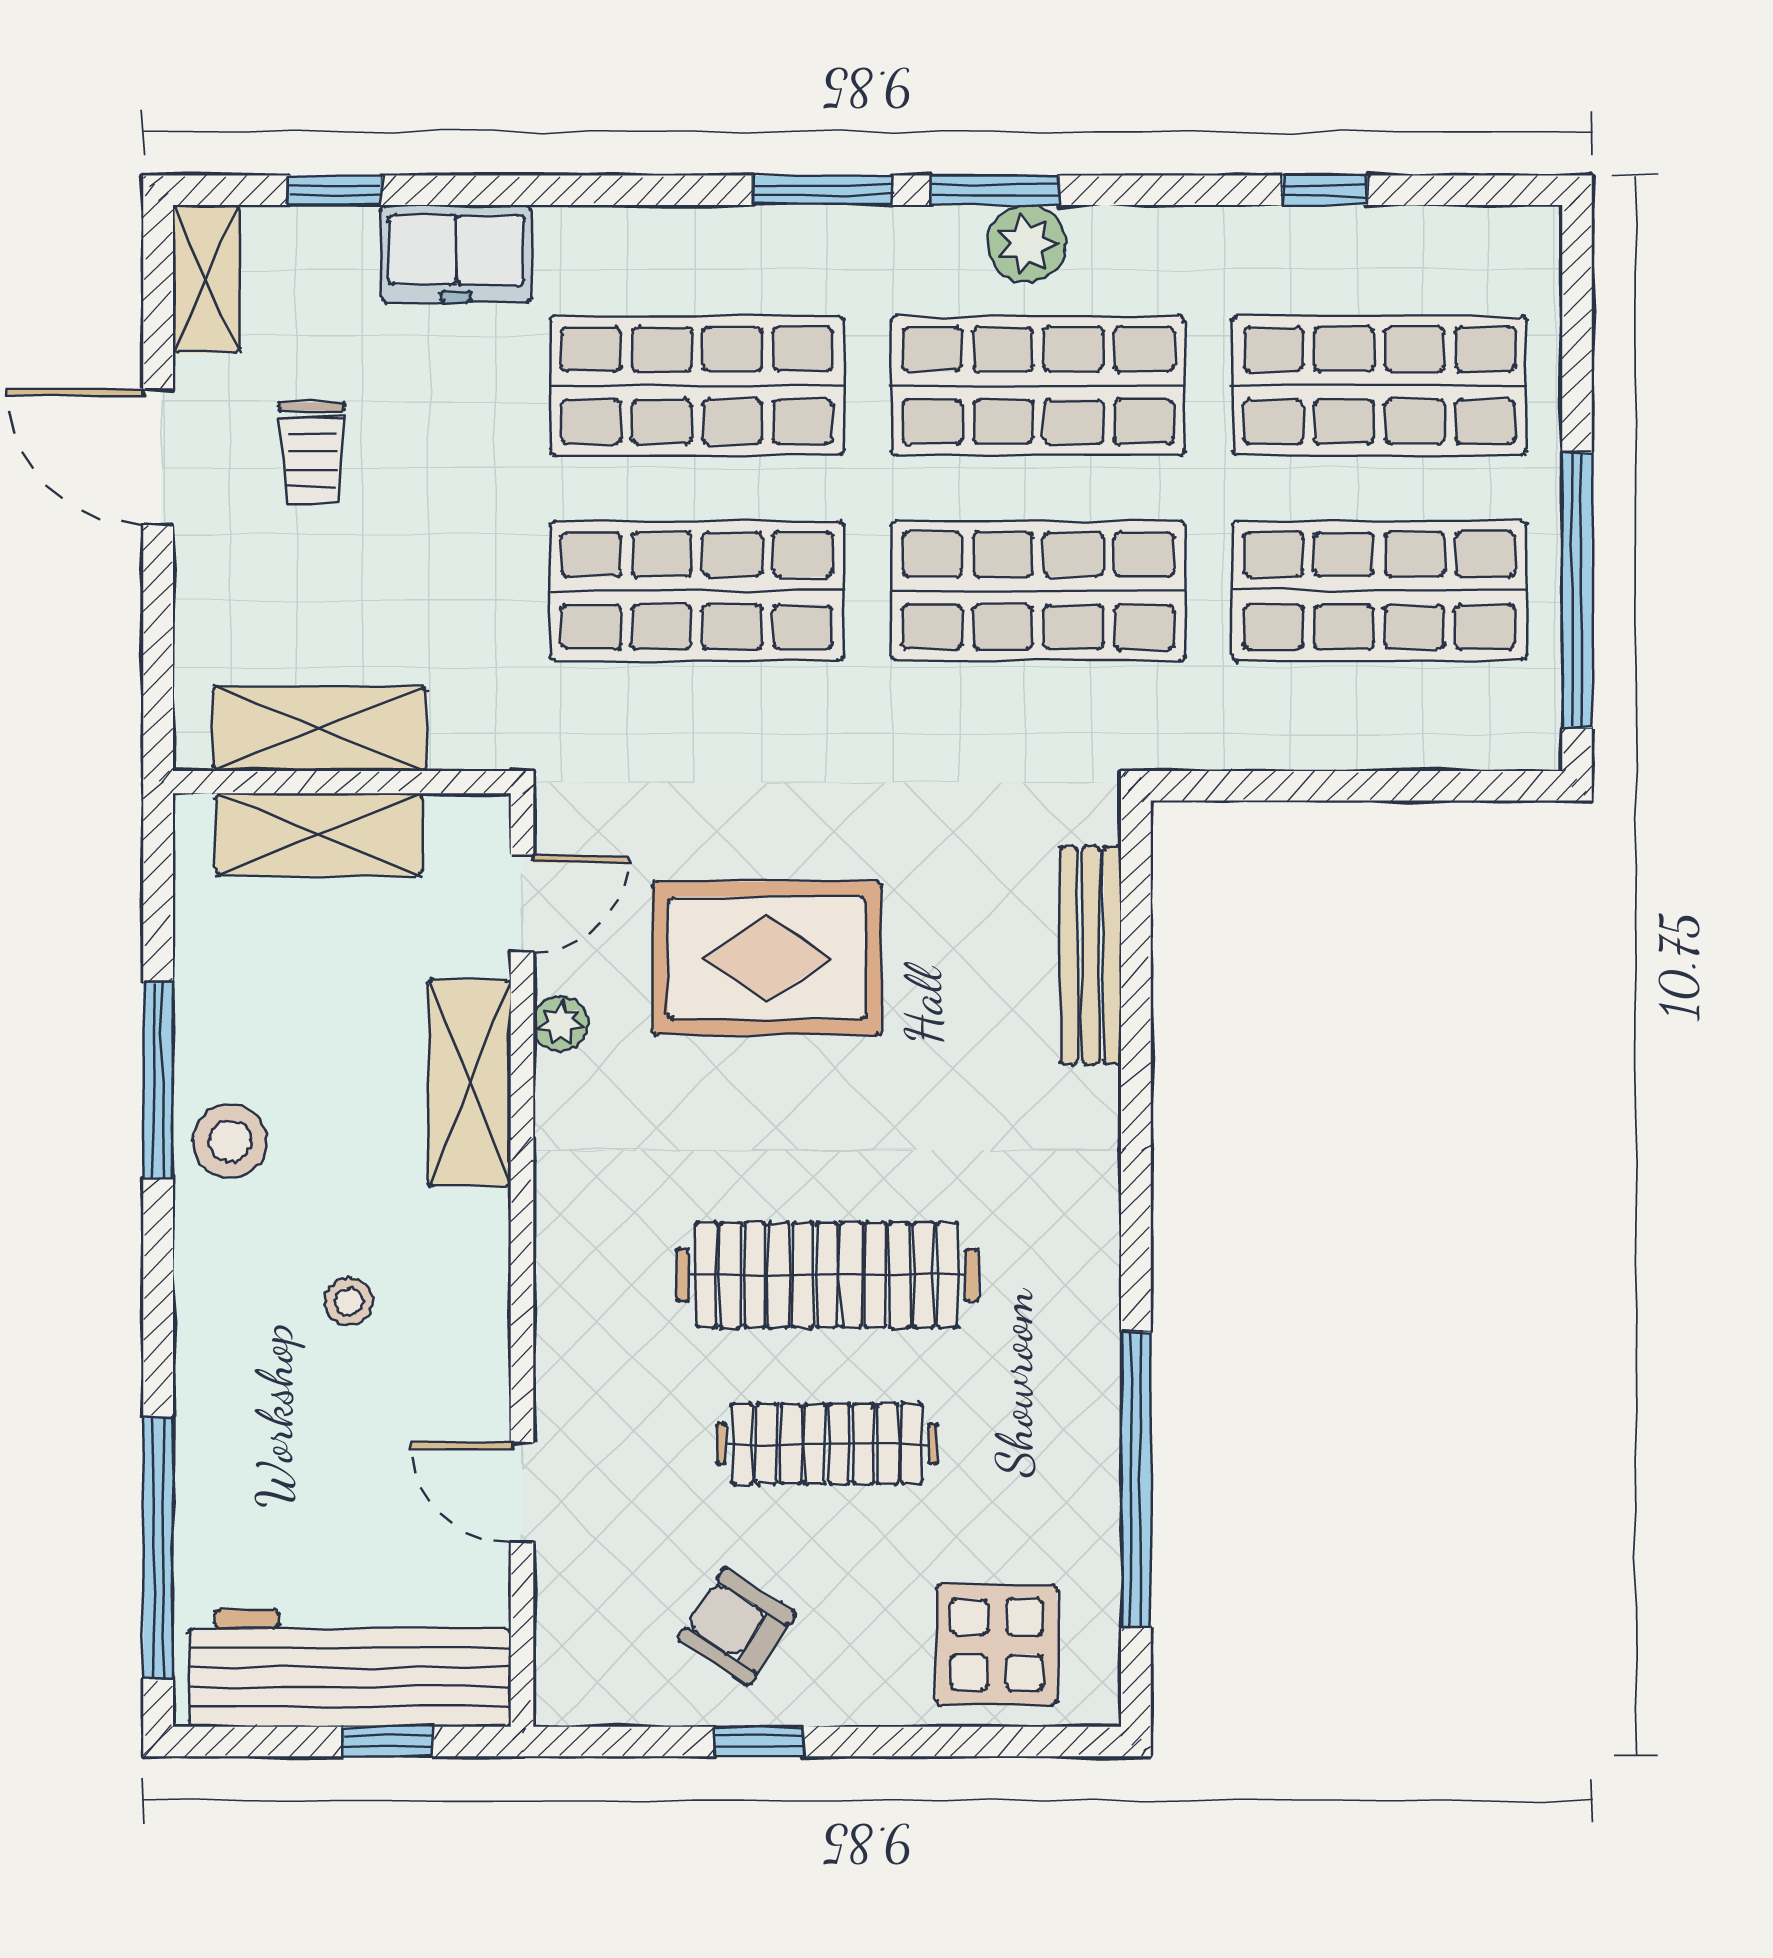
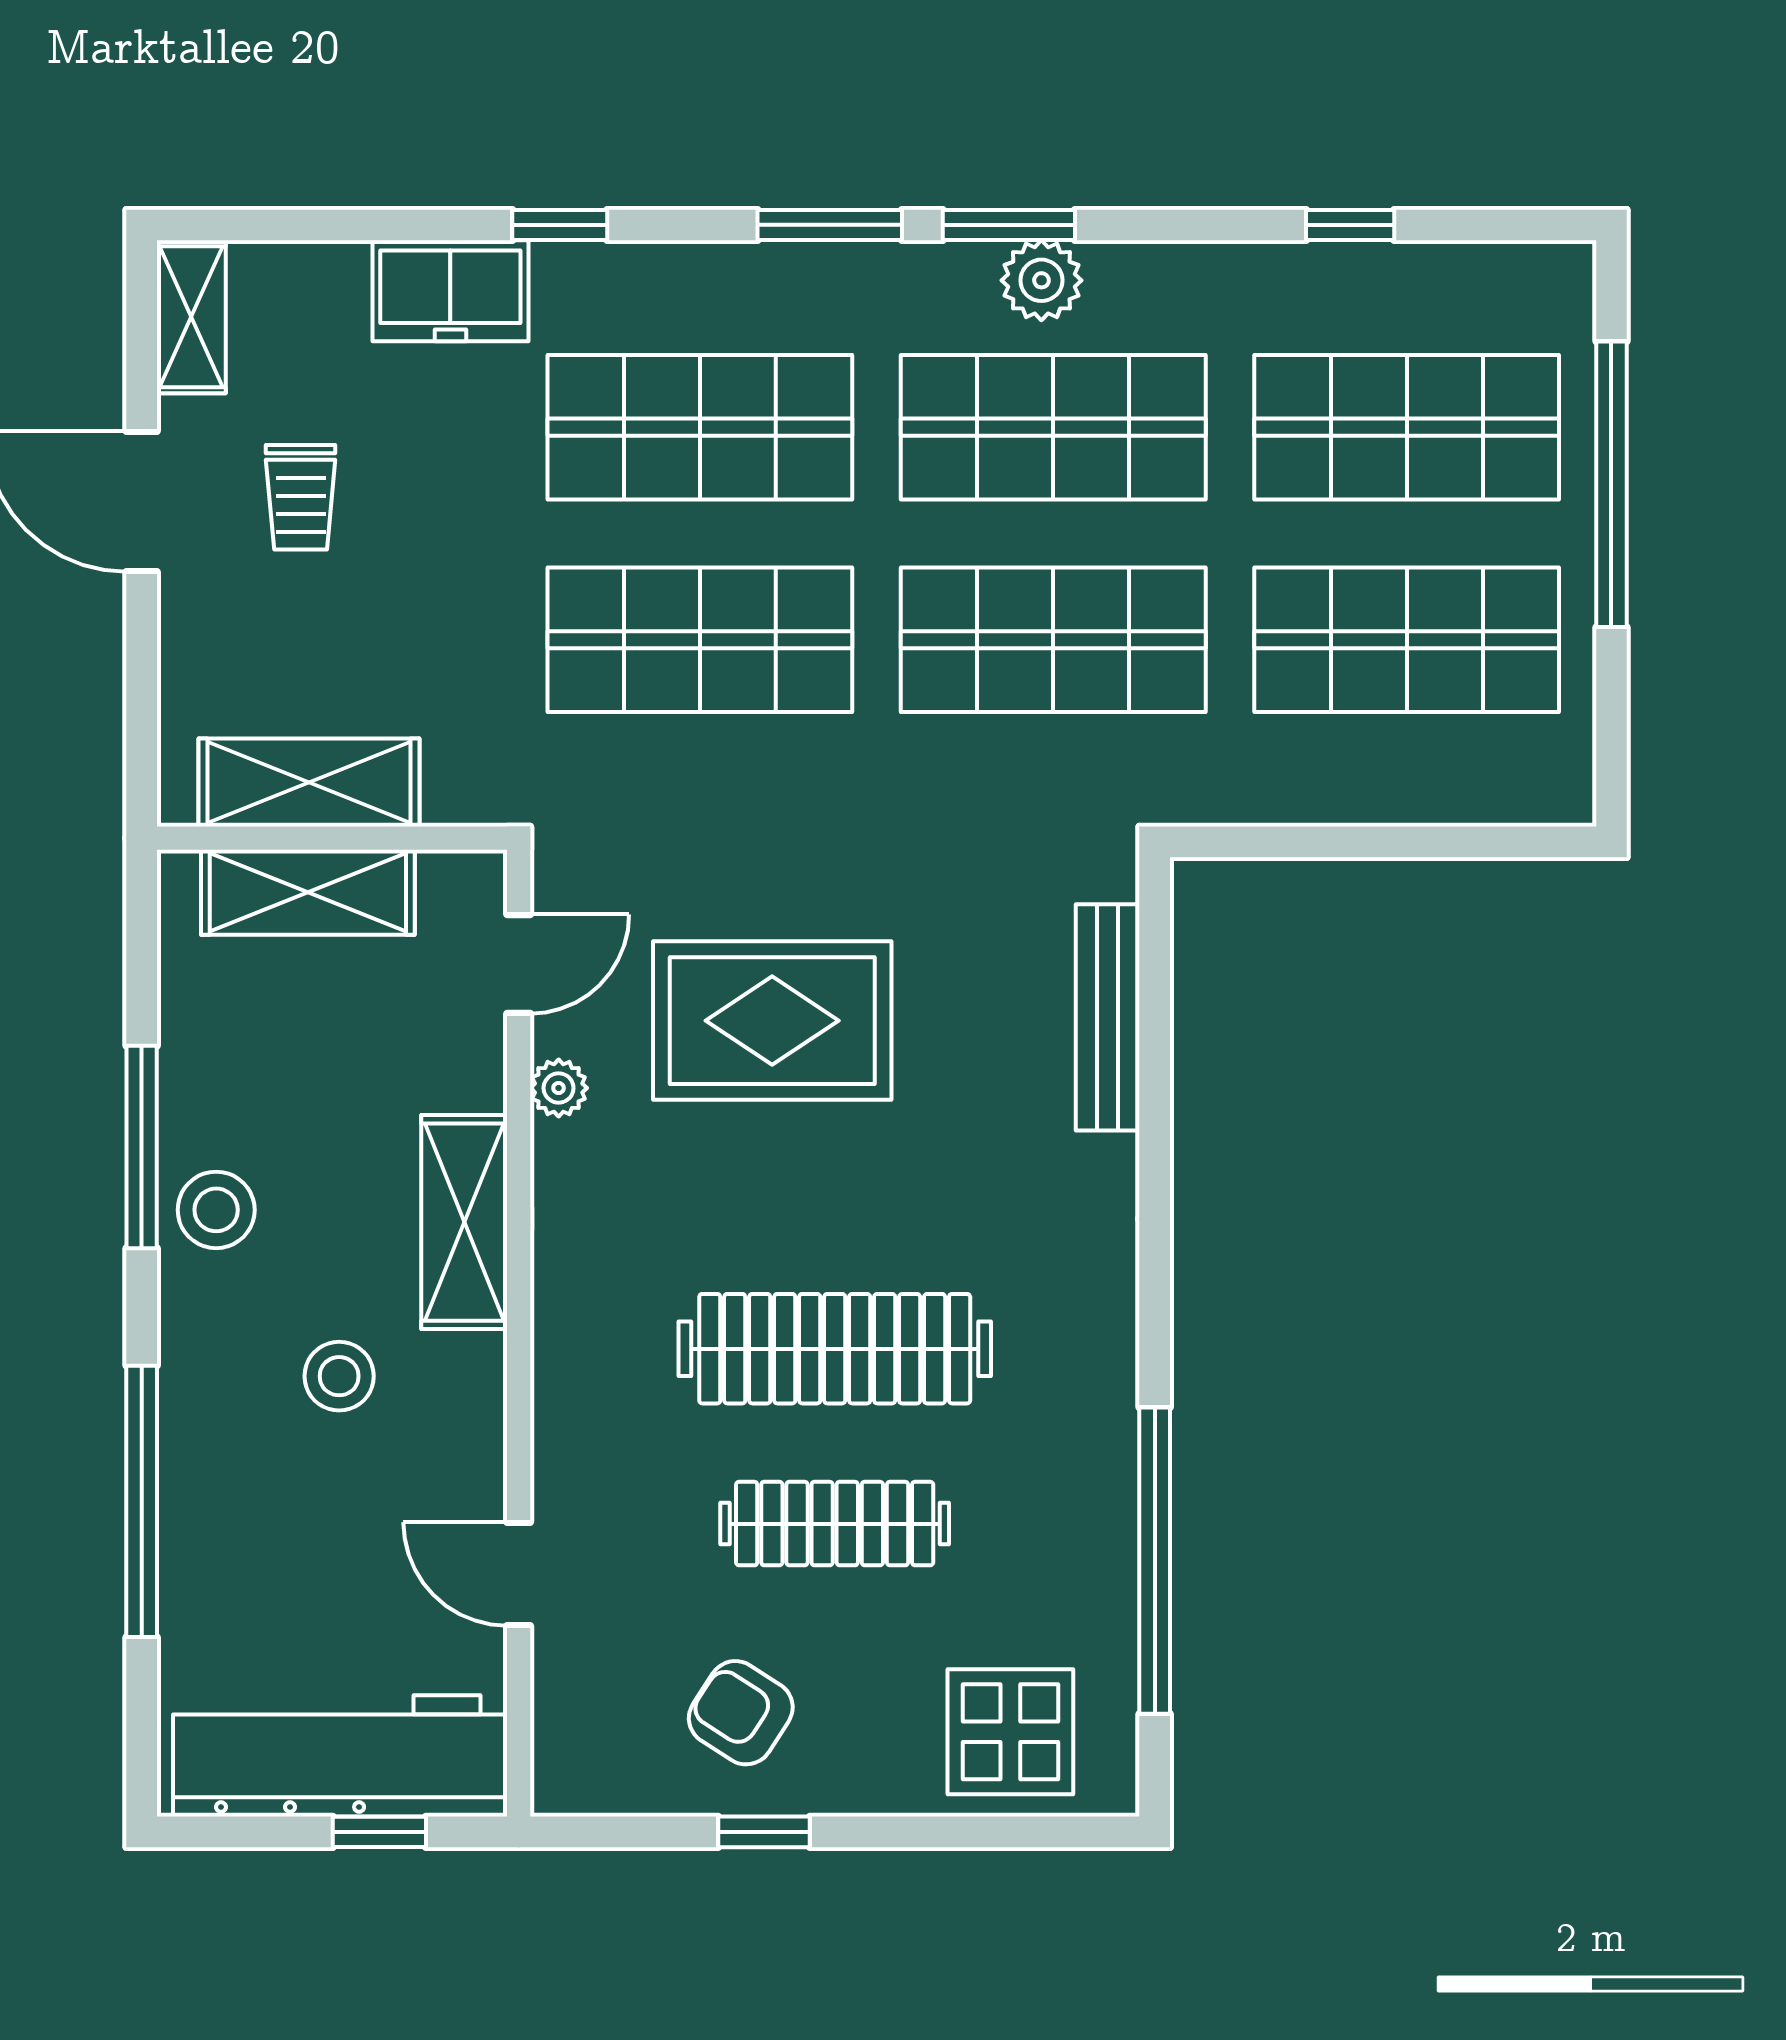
window: (335, 190) -> (560, 225), moved
window: (1577, 590) -> (1611, 484), moved
shelving: (470, 1083) -> (464, 1222), moved
stool: (349, 1302) -> (339, 1376), width x1.37, depth x1.37
window: (158, 1548) -> (142, 1501), moved

